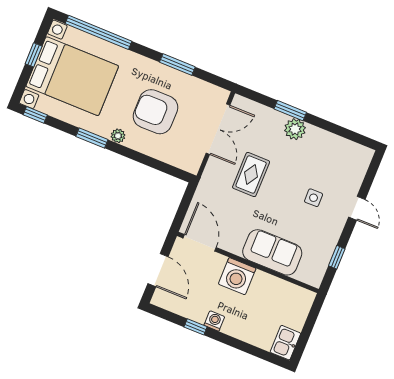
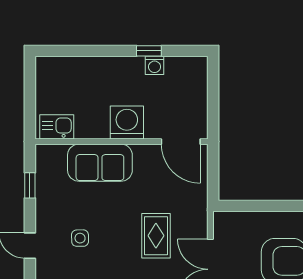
door: (158, 270) -> (213, 95), removed
washing machine: (214, 321) -> (155, 65), moved
kitchen sink: (285, 343) -> (57, 127), moved, turned -90

